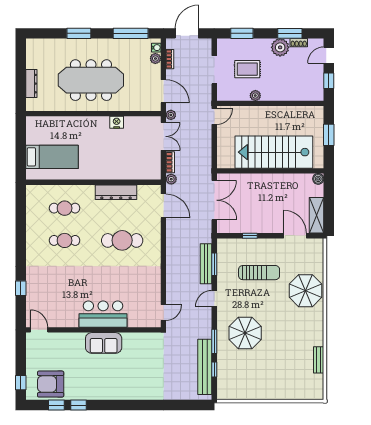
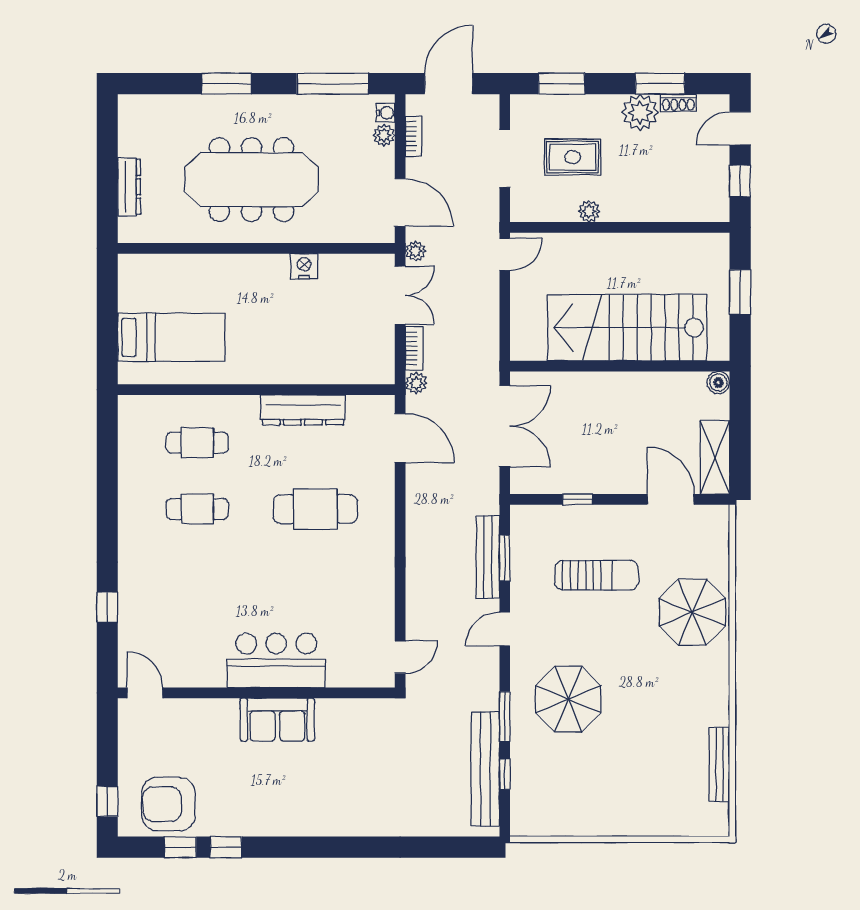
bench: (319, 360) -> (719, 765), width x1.36

